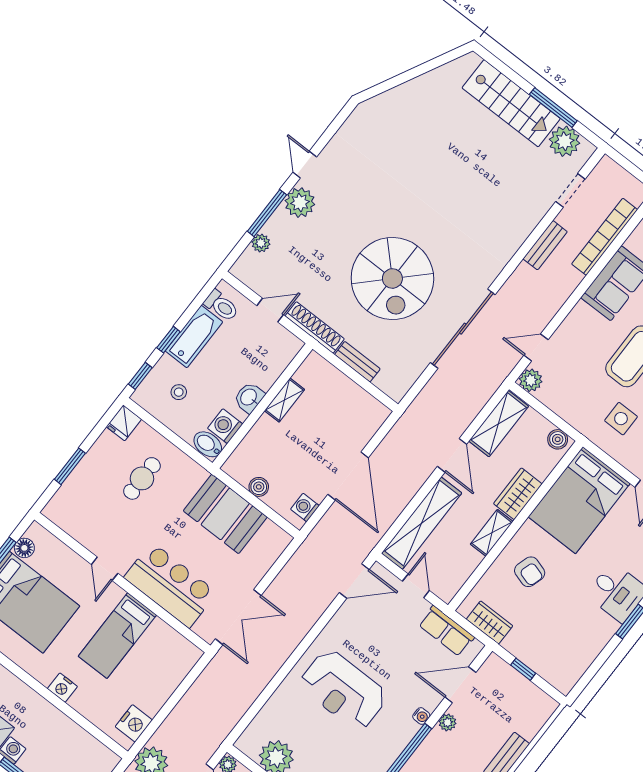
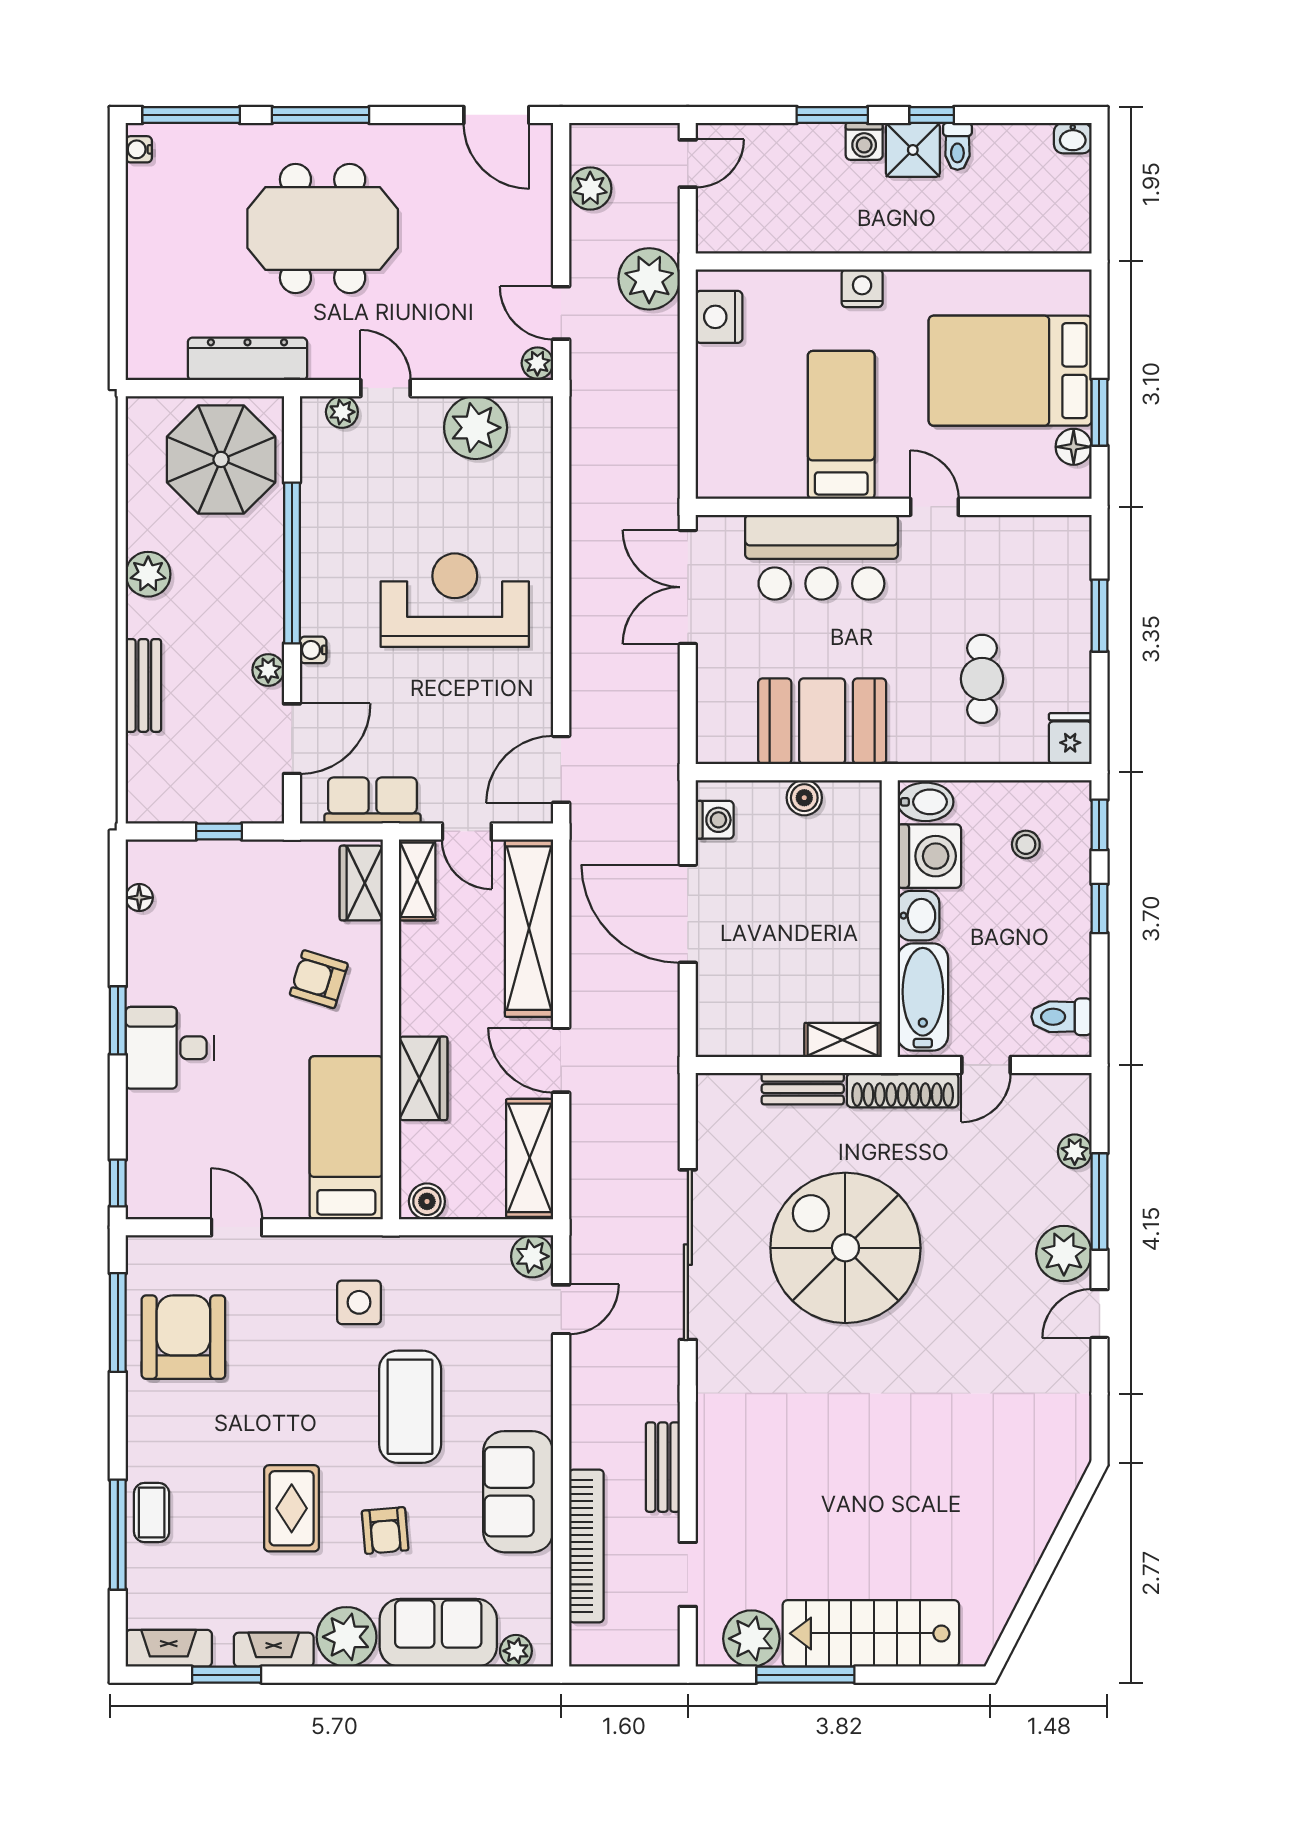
door: (305, 165) -> (1099, 1314), swing flipped
bathtub: (194, 336) -> (923, 997), moved, turned 180
shelving: (284, 400) -> (843, 1040), moved, turned 90
washing machine: (225, 426) -> (929, 856), width x1.37, depth x1.37
bed: (579, 500) -> (346, 1138), width x0.67
shelving: (492, 533) -> (417, 880), moved
wardrobe: (490, 623) -> (361, 883), moved, turned 90
floor lamp: (580, 667) -> (139, 898), added

